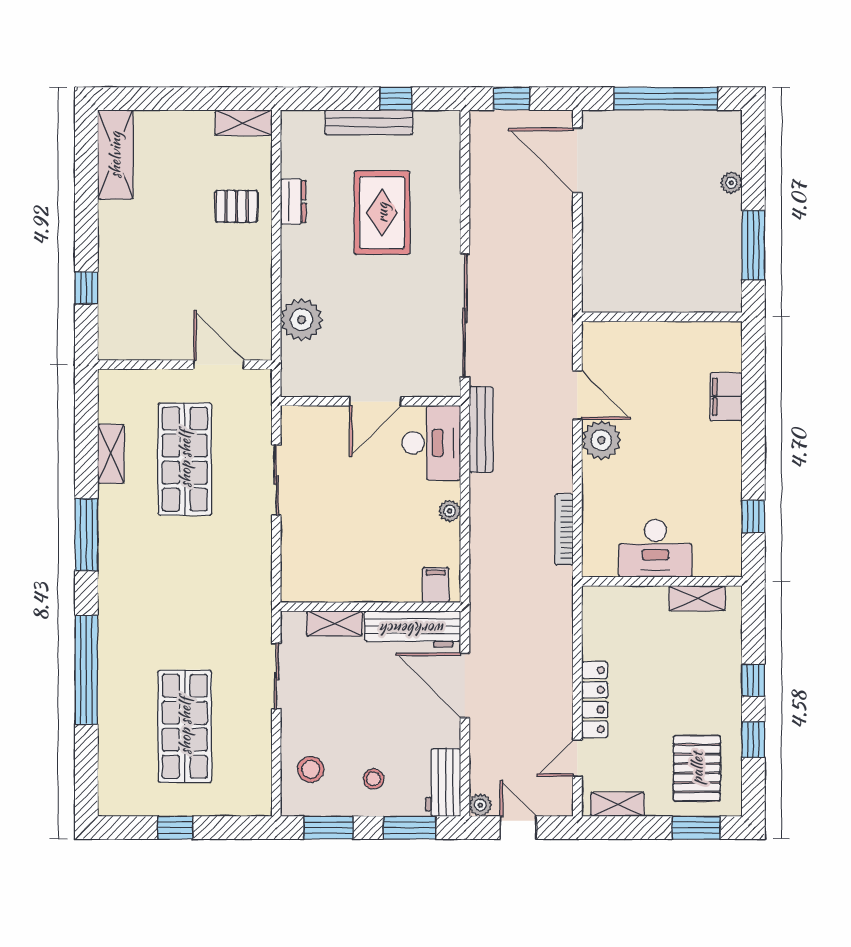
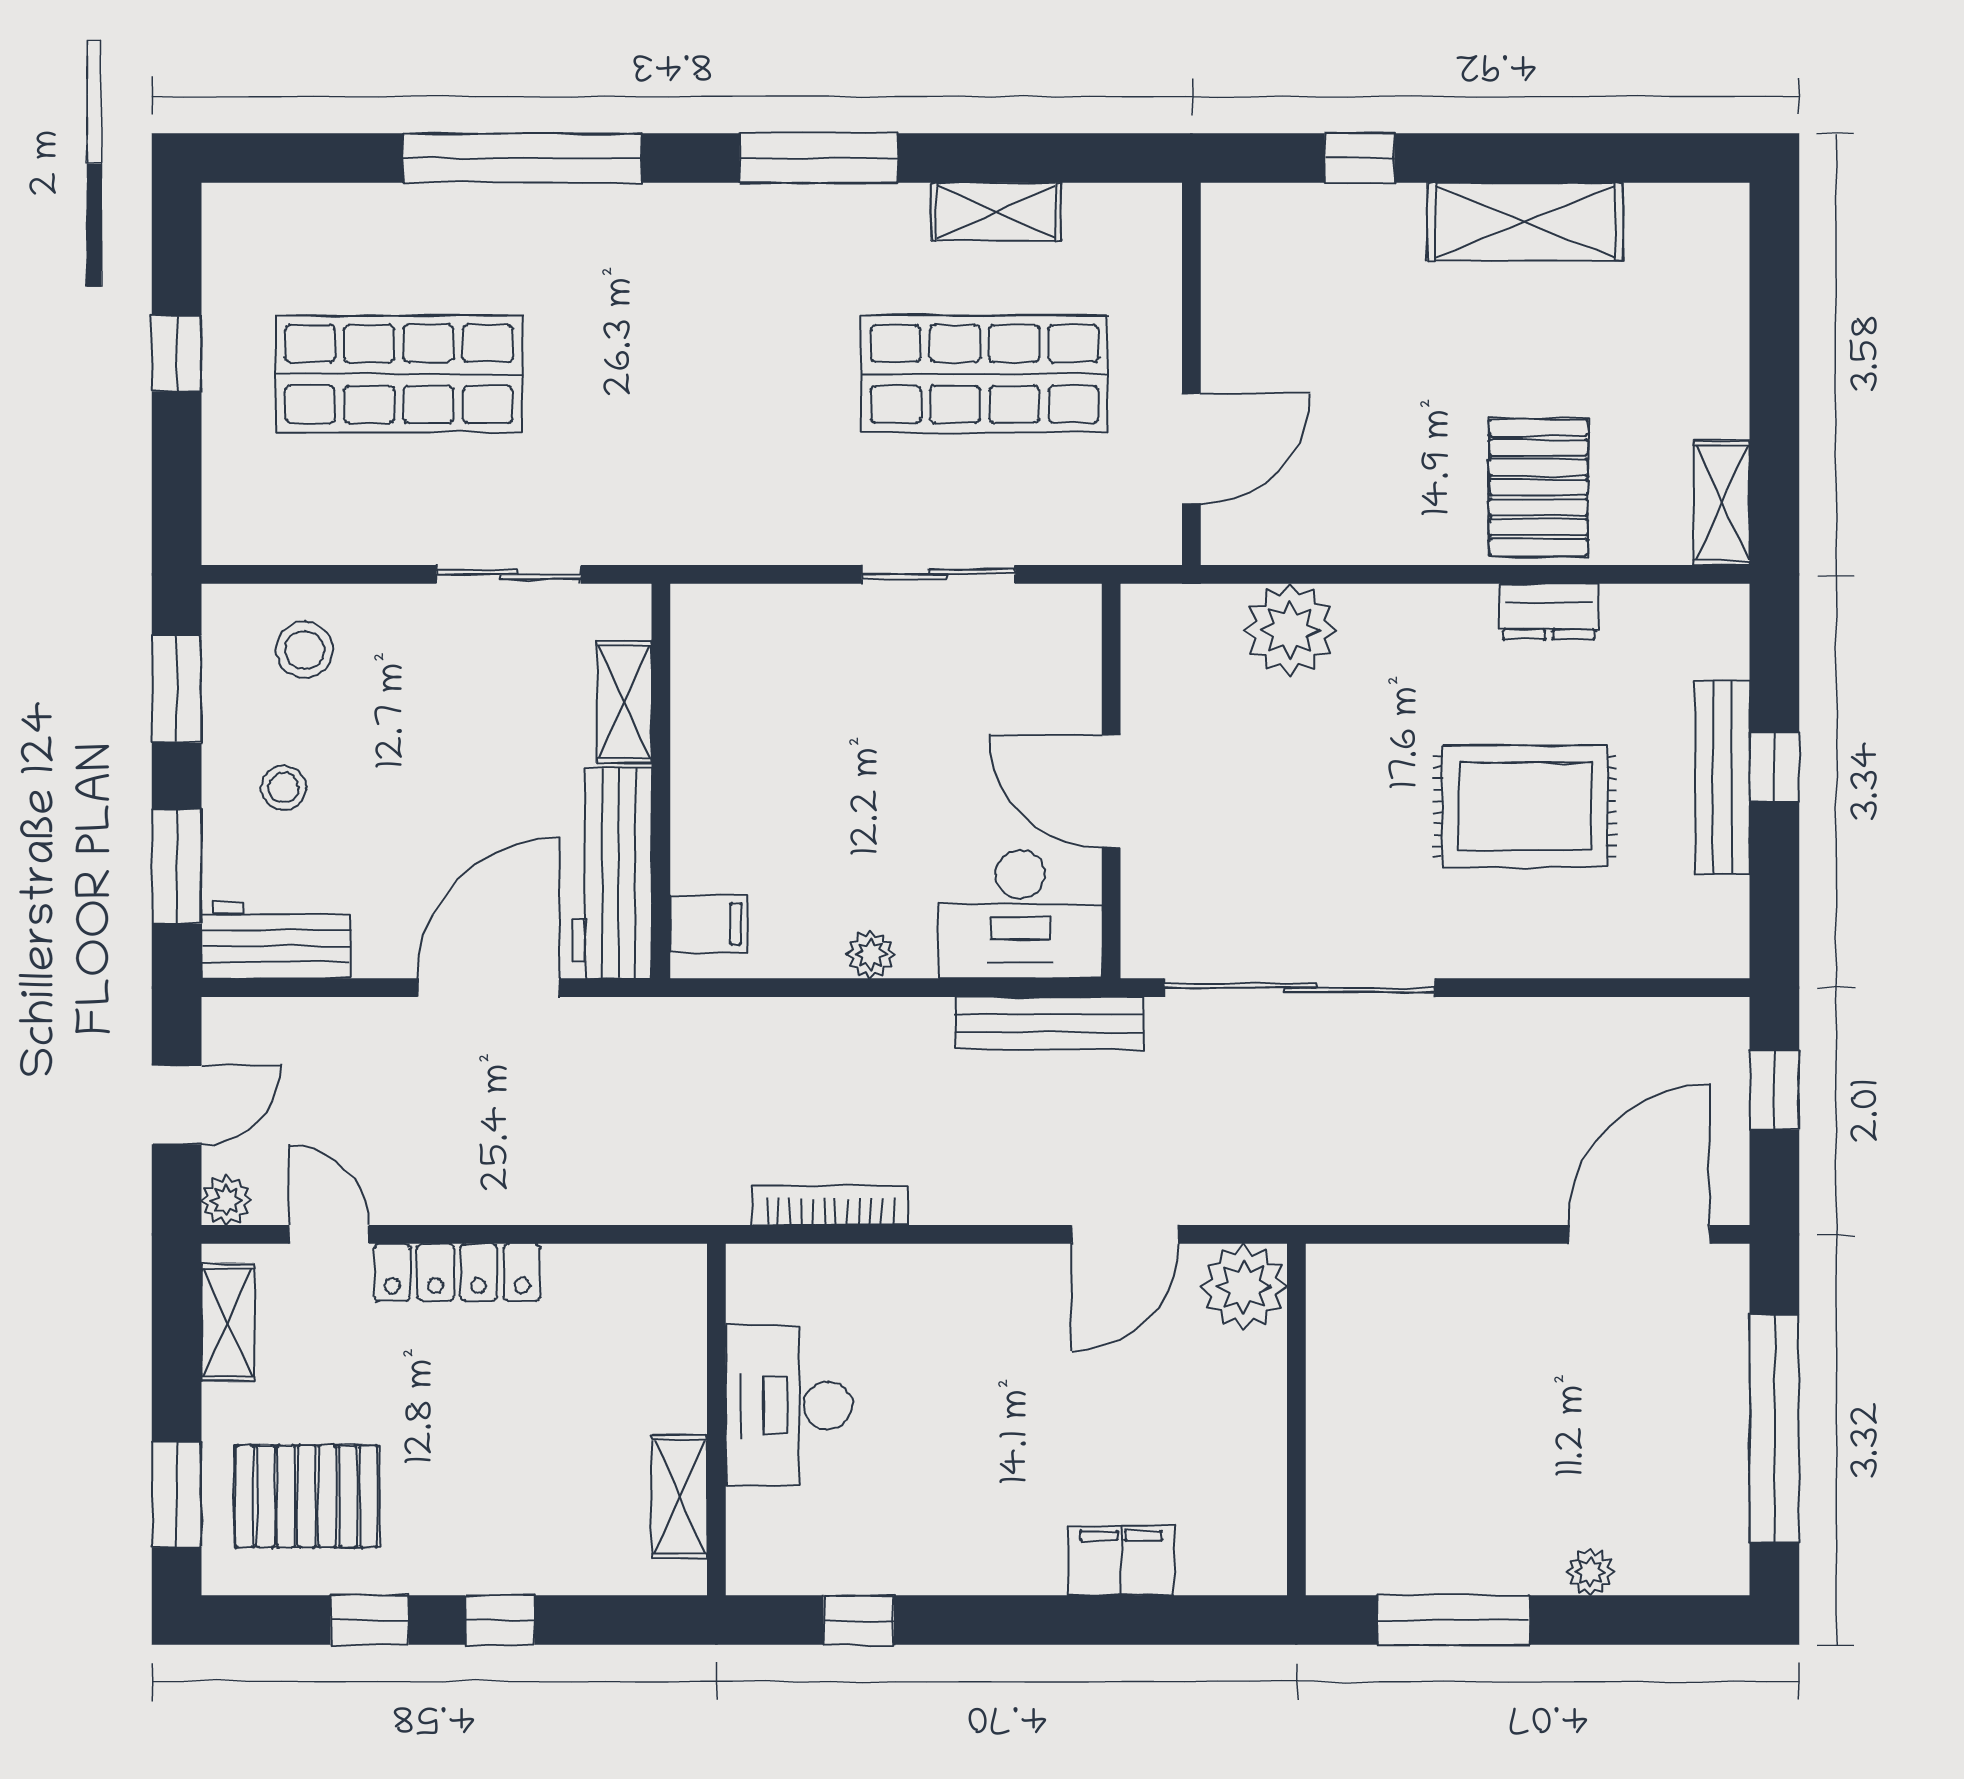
window: (396, 99) -> (1774, 767), moved
shelving: (115, 155) -> (1525, 222), moved
pallet: (237, 206) -> (1538, 487), width x1.50, depth x1.42
plant: (601, 440) -> (1244, 1287), moved
plant: (480, 805) -> (226, 1200), moved

